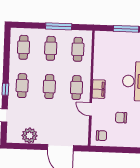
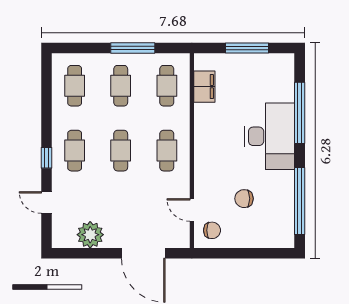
filing cabinet: (99, 89) -> (204, 87), moved
door: (91, 109) -> (192, 210), moved

